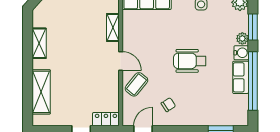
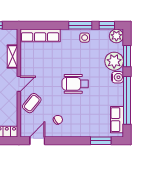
plant: (242, 38) -> (114, 61), width x1.88, depth x1.88
door: (121, 61) -> (19, 84), hinge flipped
row of seats: (241, 77) -> (117, 120), moved

